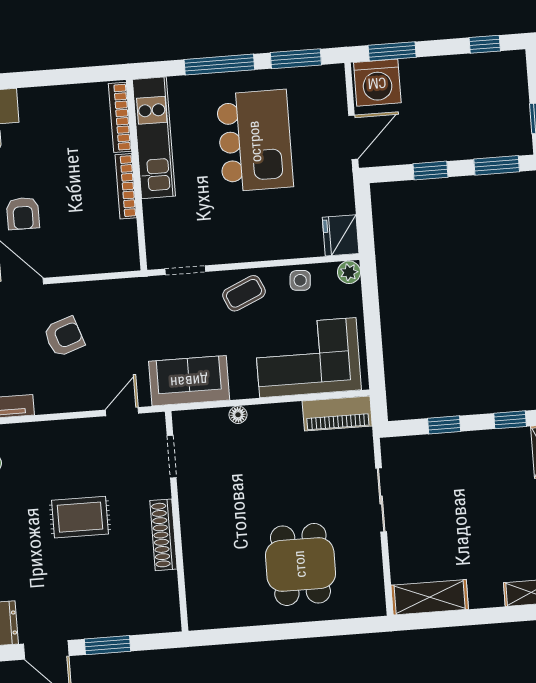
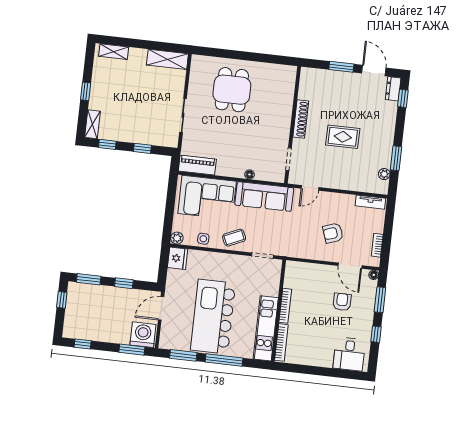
kitchen island: (255, 141) -> (213, 317), width x1.37
sofa: (189, 381) -> (264, 196), width x1.36

